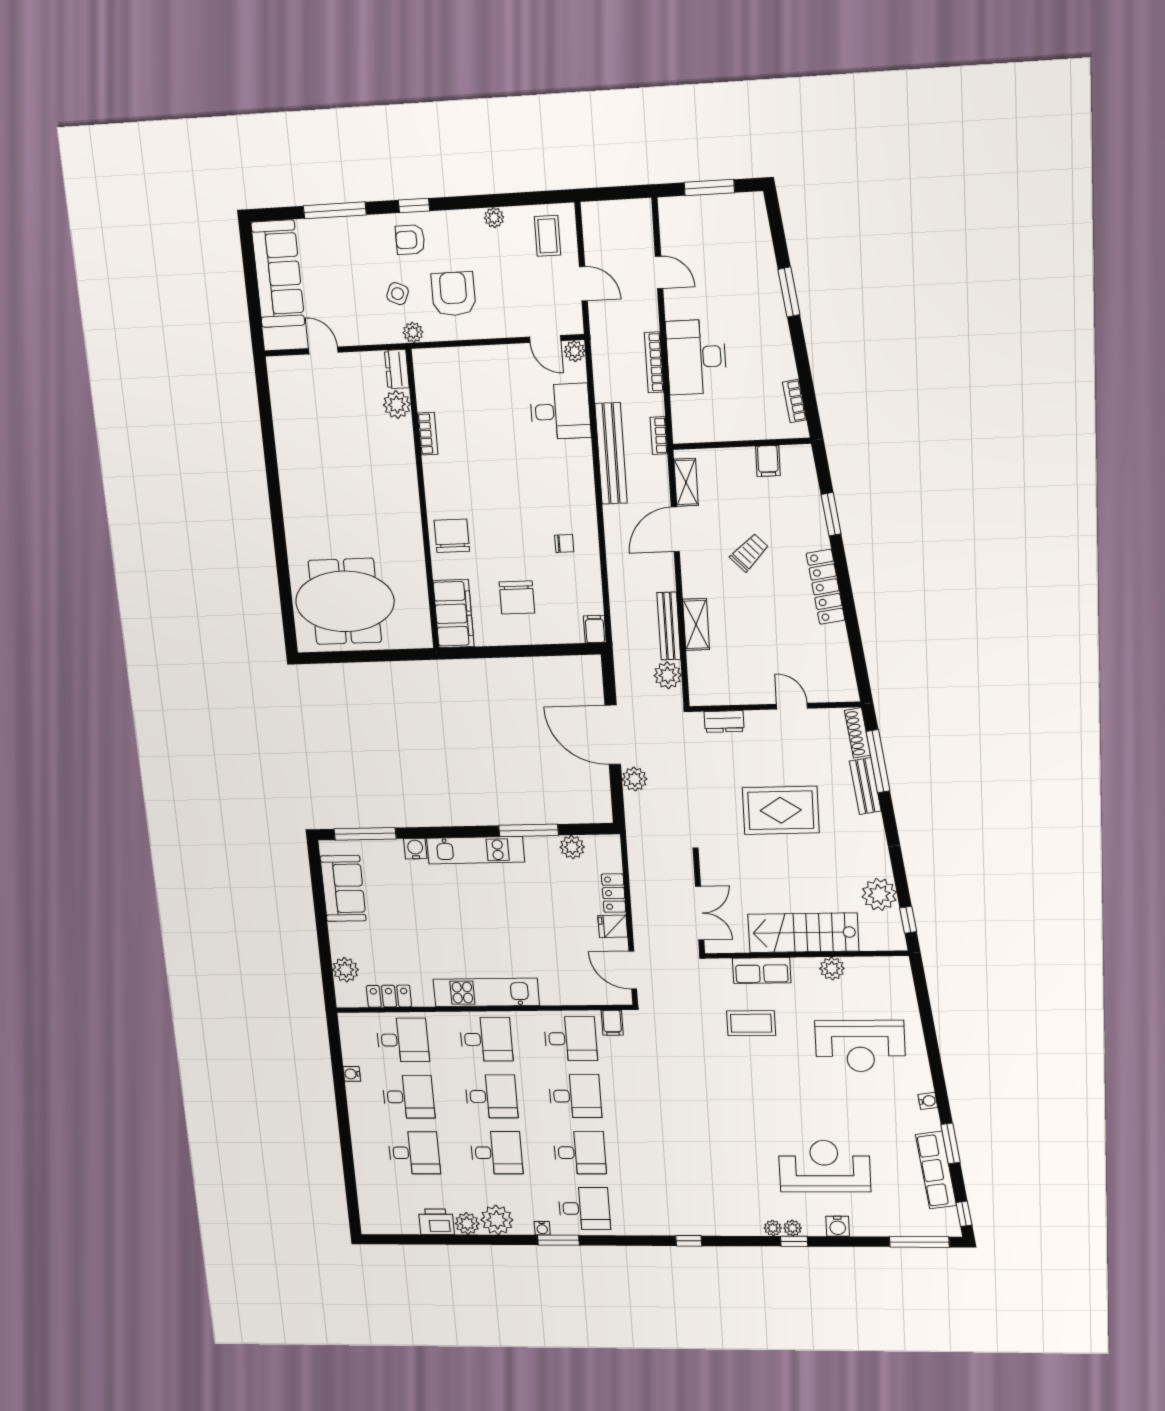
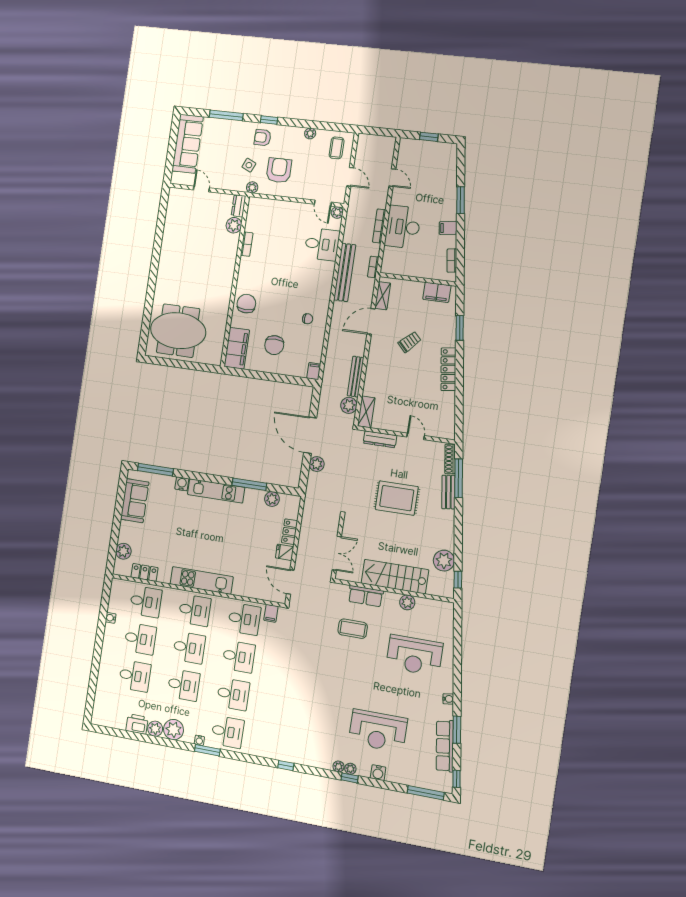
window: (709, 187) -> (429, 137), width x0.67
filing cabinet: (777, 345) -> (448, 228), added
filing cabinet: (768, 461) -> (437, 292), width x2.00
shelving: (696, 624) -> (366, 412), moved
dresser: (724, 722) -> (380, 439), width x1.44
reception desk: (824, 1166) -> (378, 731), turned 180

